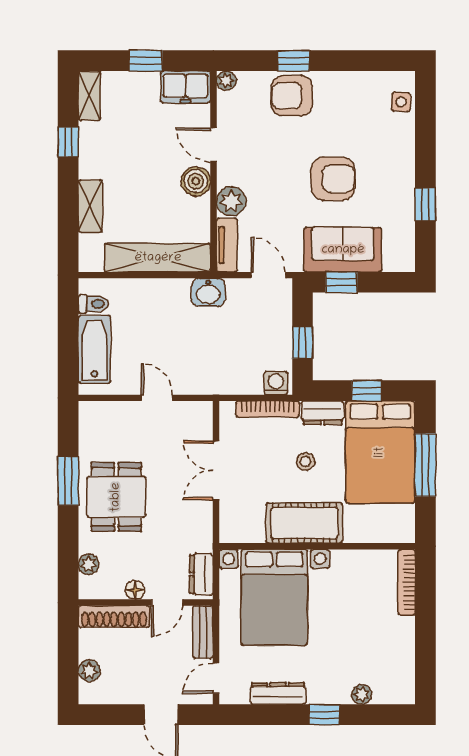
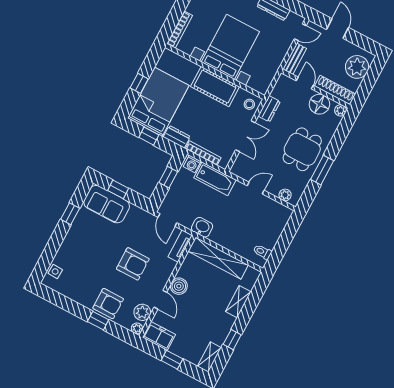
armchair: (333, 179) -> (133, 264), moved, turned 180
plant: (231, 201) -> (142, 312), moved
sofa: (343, 250) -> (107, 204), moved
window: (341, 282) -> (118, 189), moved
bathtub: (94, 349) -> (215, 179), moved, turned -90
door: (157, 398) -> (256, 188), swing flipped
plant: (105, 411) -> (285, 195), added
stool: (305, 461) -> (249, 104), moved
window: (425, 465) -> (139, 83), width x0.46
plant: (89, 564) -> (341, 110), moved
dresser: (201, 574) -> (269, 109), moved
floor lamp: (135, 590) -> (319, 104), width x1.89, depth x1.89
bed with nightstands: (274, 597) -> (230, 47), moved
door: (167, 603) -> (305, 83), hinge flipped
plant: (89, 671) -> (357, 67), width x1.87, depth x1.87

